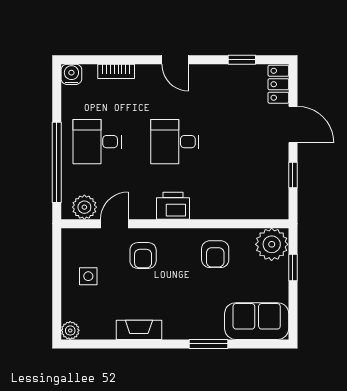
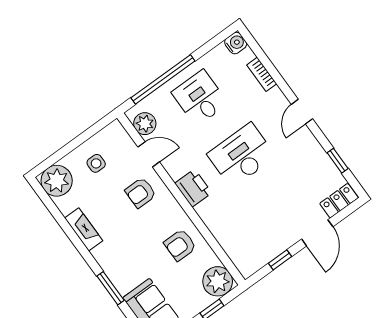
desk: (175, 142) -> (241, 155), width x1.37
plant: (70, 330) -> (57, 181), width x1.88, depth x1.88

